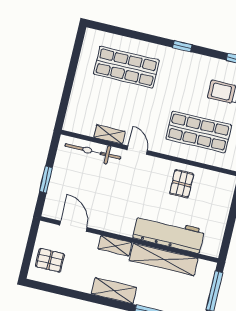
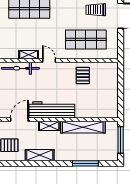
door: (73, 226) -> (19, 120), hinge flipped
workbench: (169, 234) -> (52, 110), moved
shelving: (114, 291) -> (40, 155), moved

